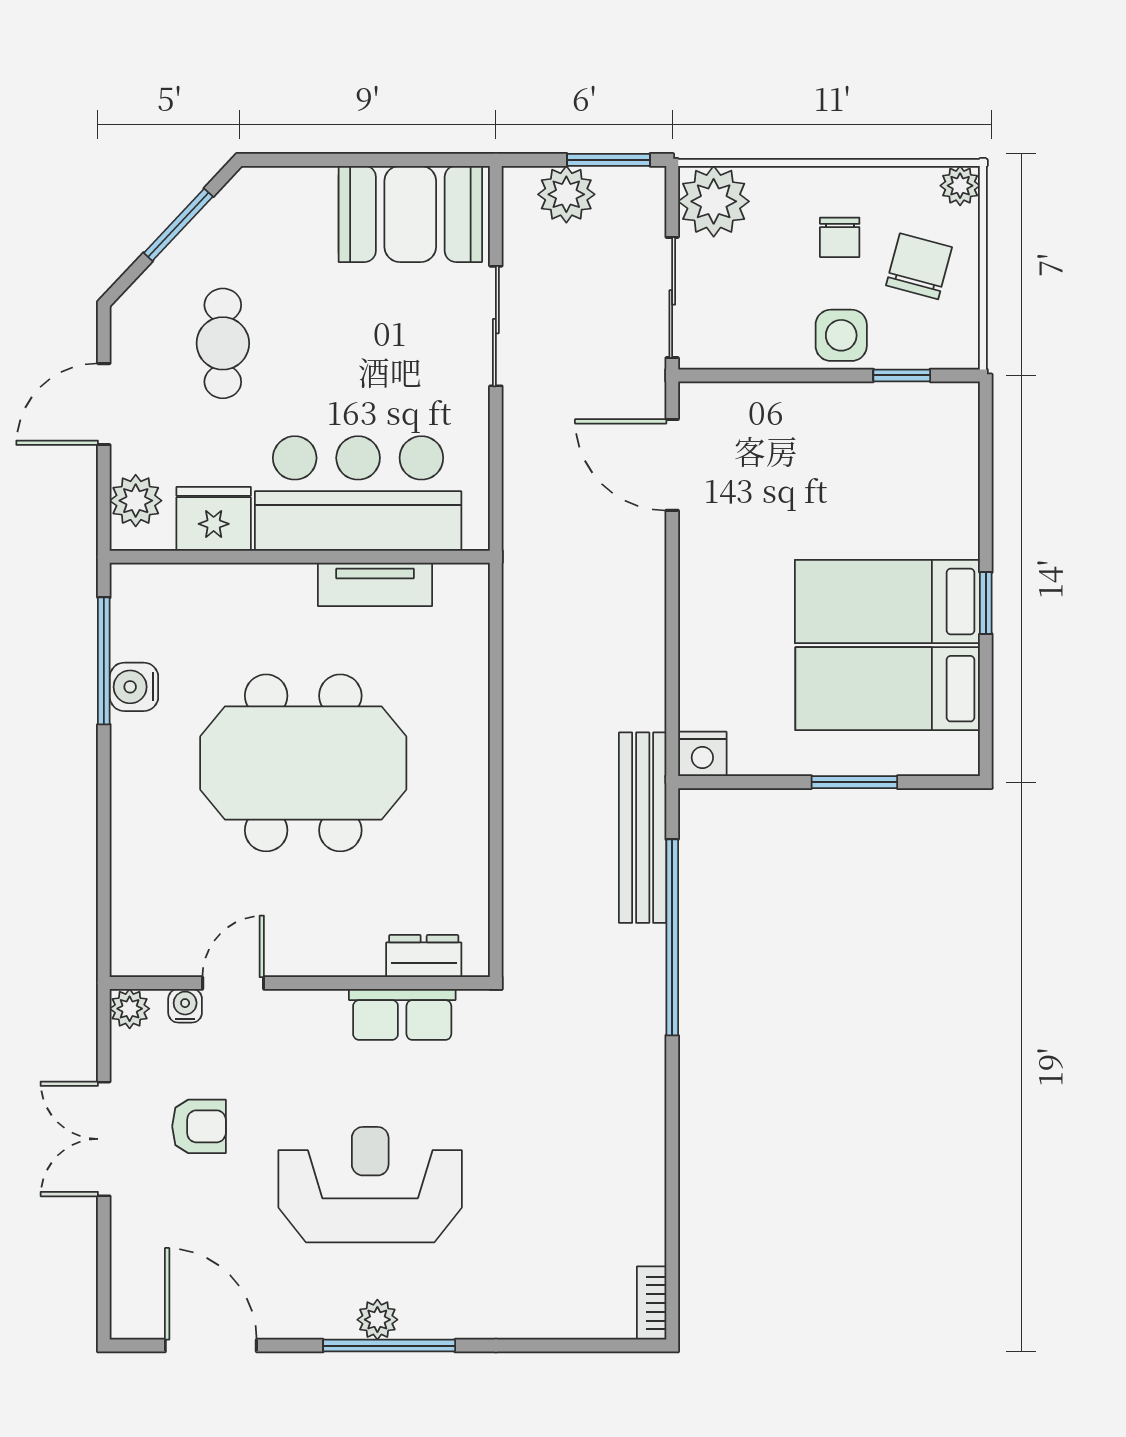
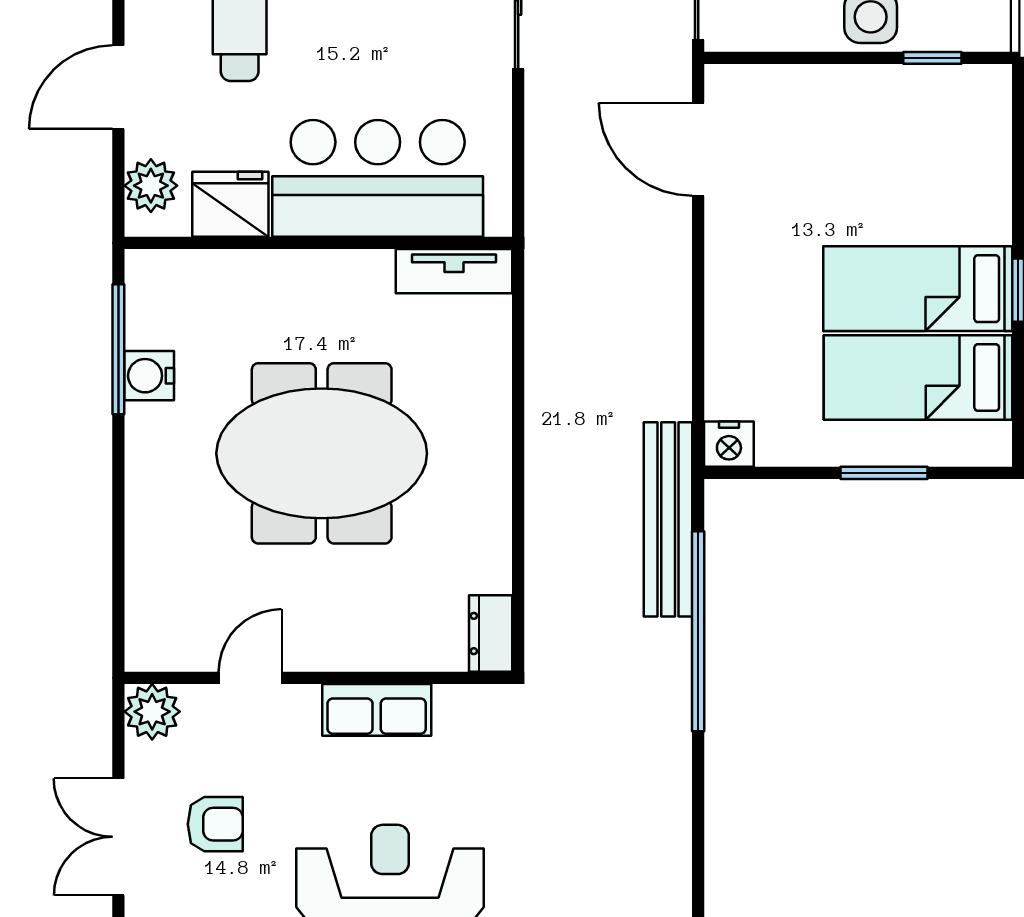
tv unit: (375, 584) -> (454, 271), moved
dresser: (424, 956) -> (491, 634), moved, turned -90
water cooler: (185, 1006) -> (201, 701), removed
plant: (130, 1009) -> (152, 712), width x1.38, depth x1.38
row of seats: (402, 1014) -> (377, 710), moved

